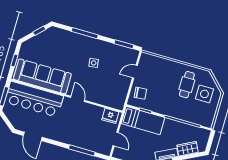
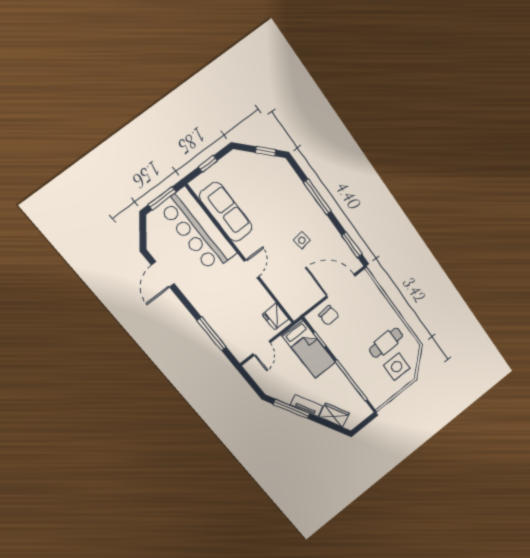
door: (135, 72) -> (341, 286), width x1.88
sofa: (42, 76) -> (226, 212), width x0.74, depth x0.79

